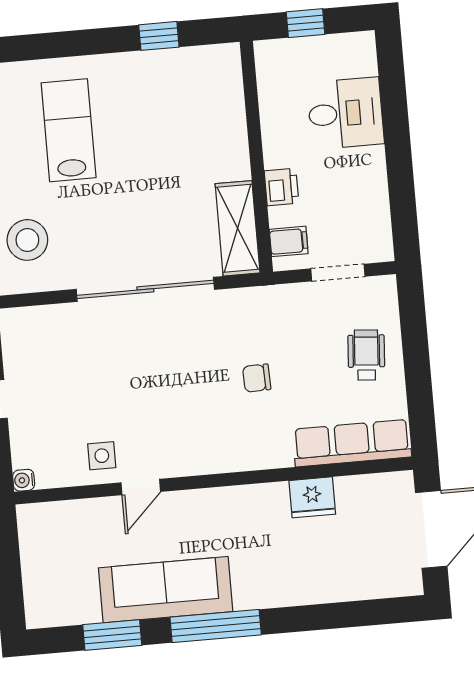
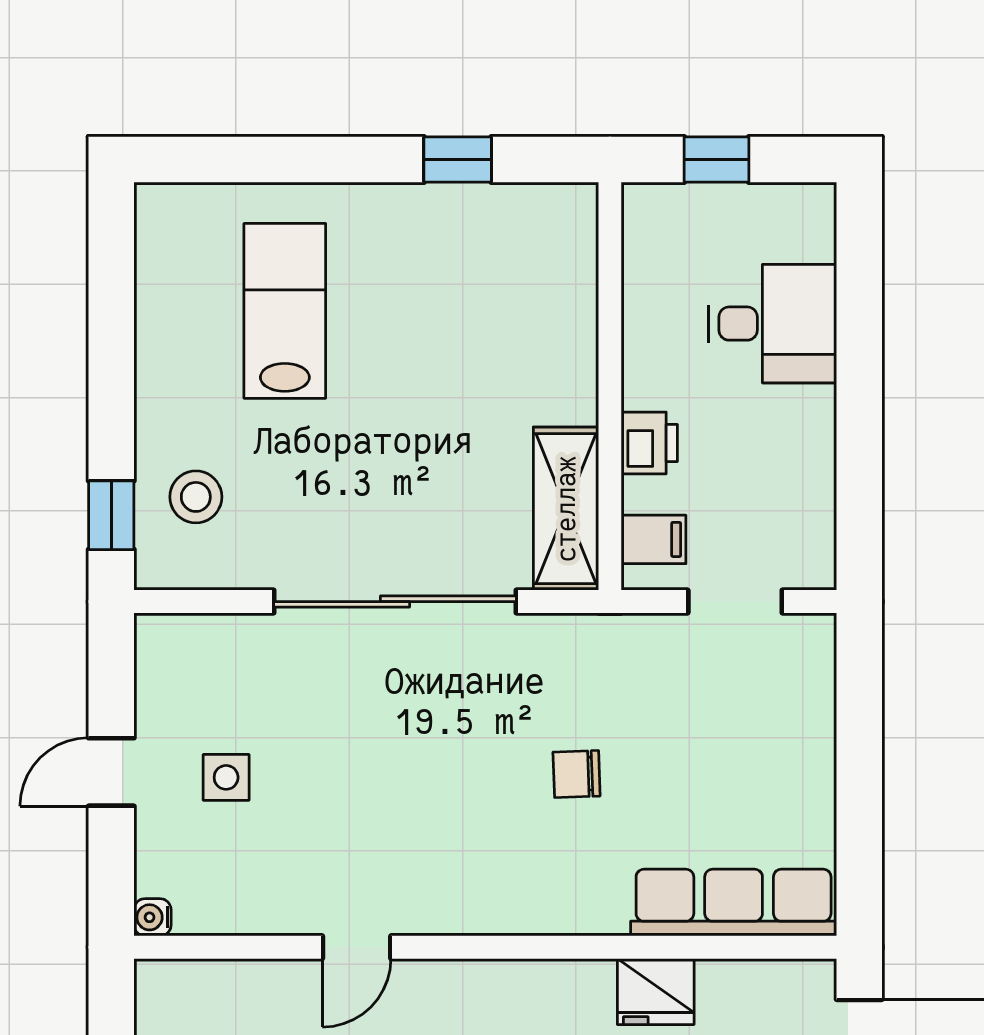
stool: (27, 240) -> (196, 497), width x0.73, depth x0.73
wheelchair: (366, 355) -> (772, 750), removed
side table: (102, 456) -> (226, 777), moved

